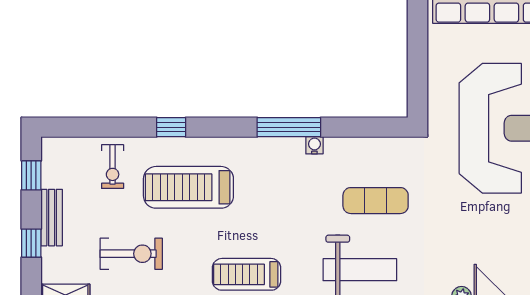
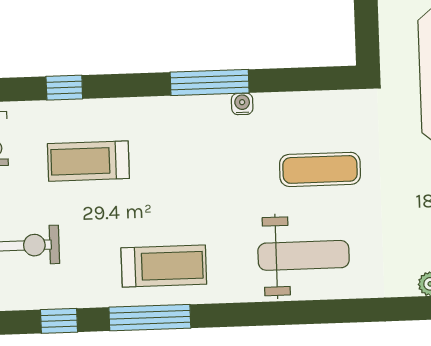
treadmill: (188, 187) -> (88, 161), width x0.73, depth x0.73
treadmill: (247, 274) -> (164, 266), turned 180

